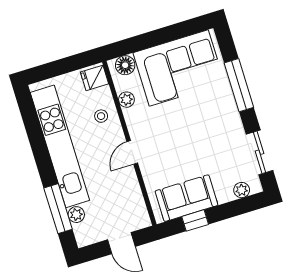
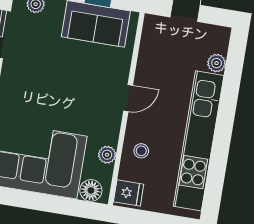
window: (58, 209) -> (232, 78), removed

